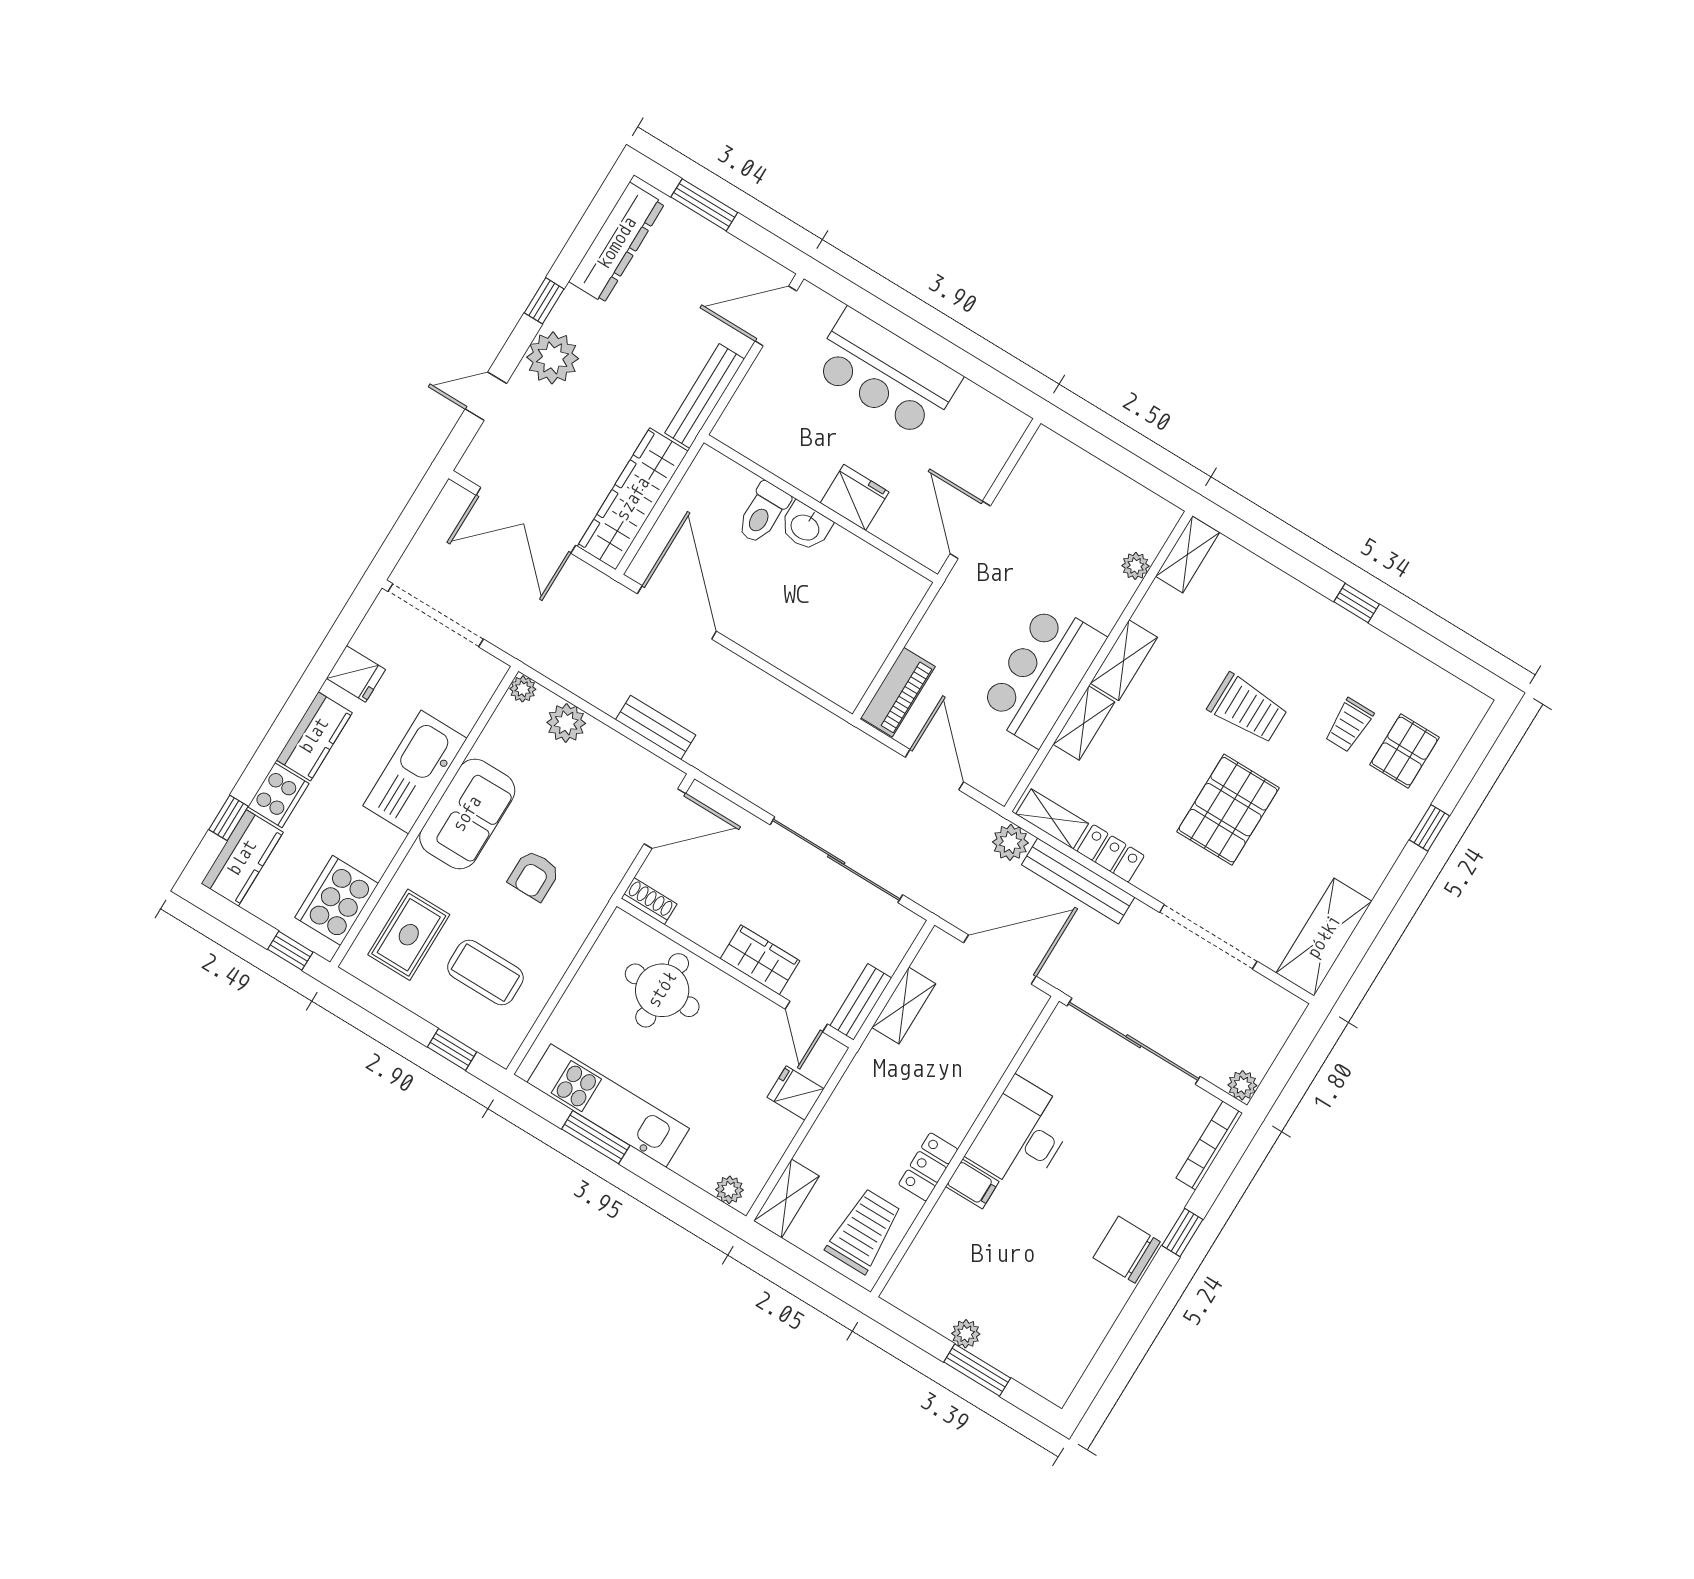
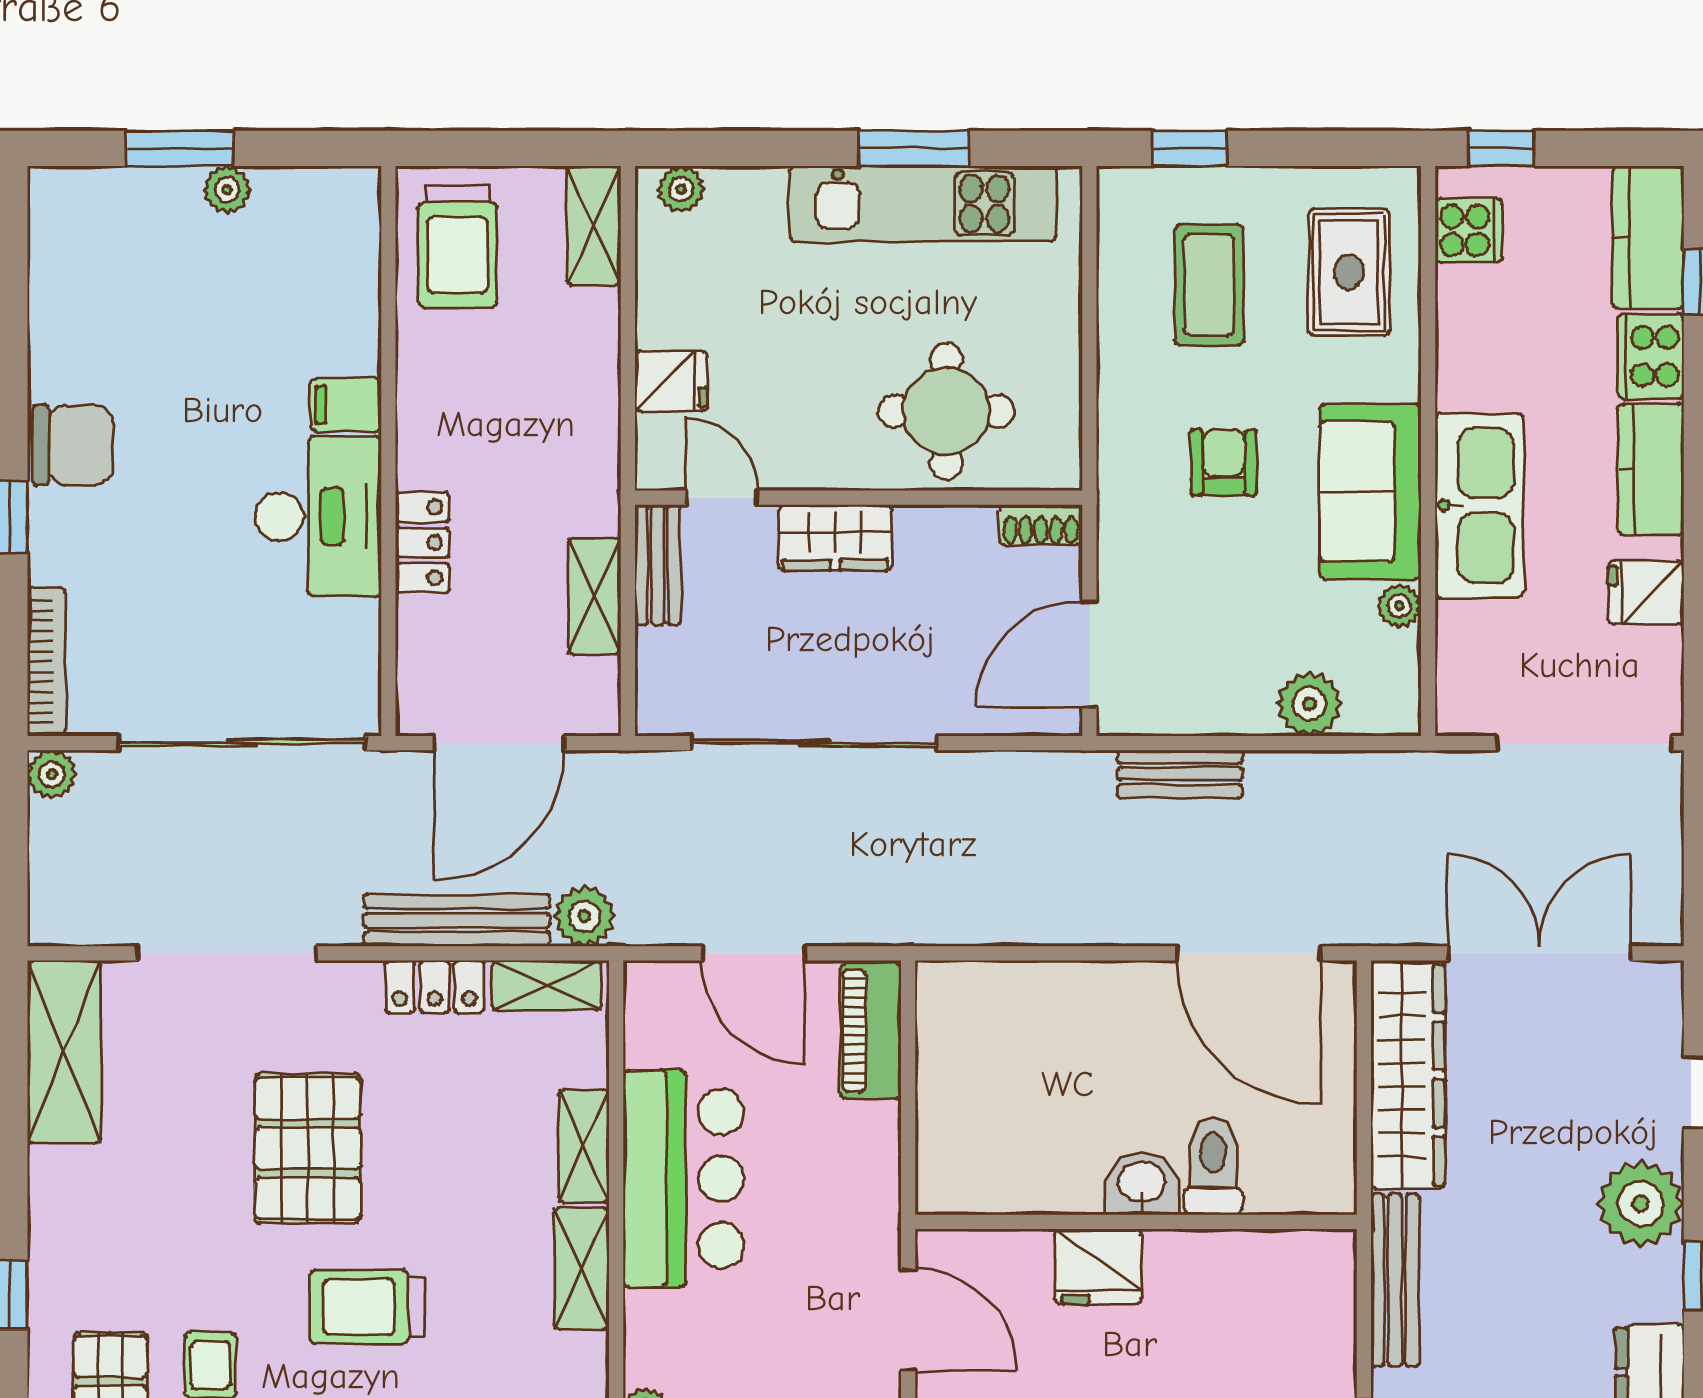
plant: (523, 689) -> (1399, 606), moved
cooker: (337, 900) -> (1469, 231), width x0.53, depth x0.76
coffee table: (485, 973) -> (1209, 285), turned 90
locker: (928, 1167) -> (422, 543), moved

